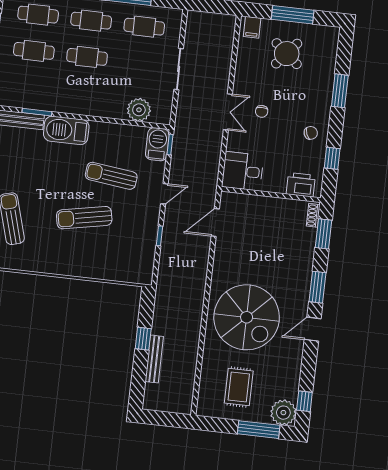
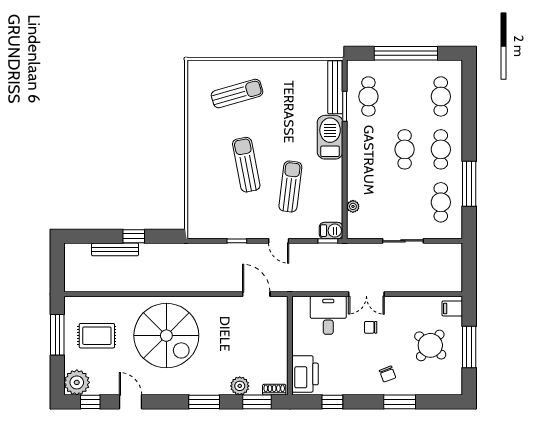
cafe table: (34, 51) -> (368, 96), moved
plant: (139, 110) -> (353, 206), width x0.53, depth x0.53
chair: (311, 133) -> (388, 374), moved
barbecue: (157, 144) -> (331, 231), width x0.73, depth x0.79
desk: (243, 171) -> (328, 315), moved
printer: (301, 185) -> (305, 374), width x1.37, depth x1.19
plant: (305, 249) -> (240, 386), added
spiral stairs: (247, 317) -> (166, 336), turned -90
door: (313, 329) -> (130, 402), moved
window: (259, 430) -> (57, 335), moved

